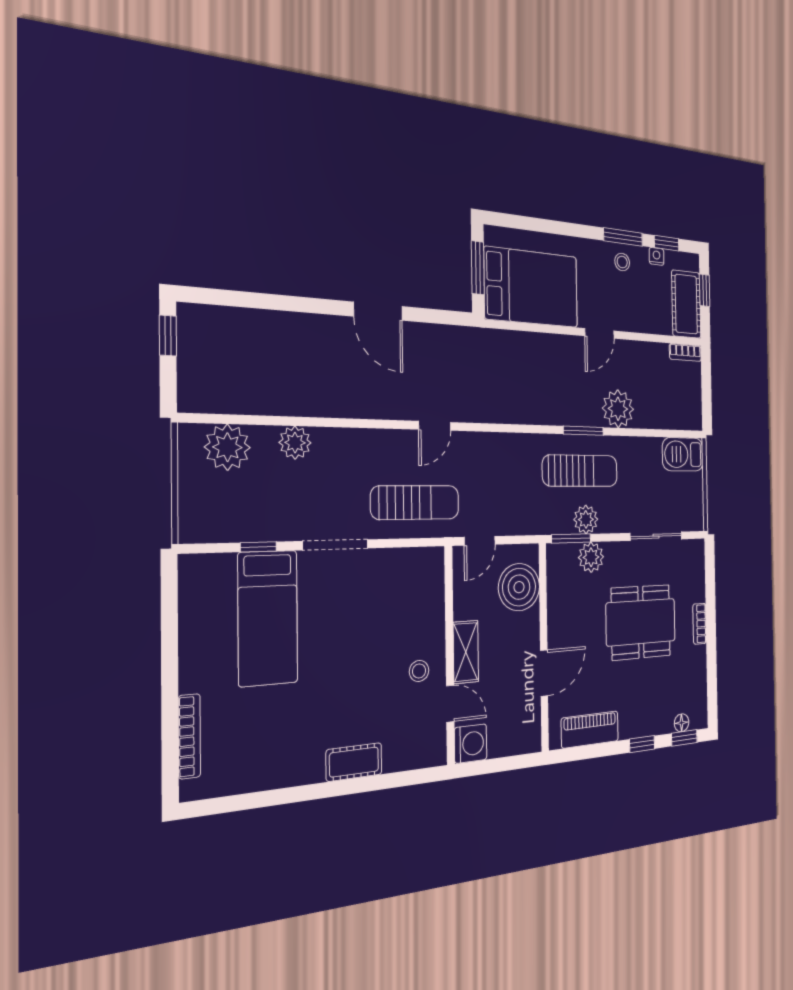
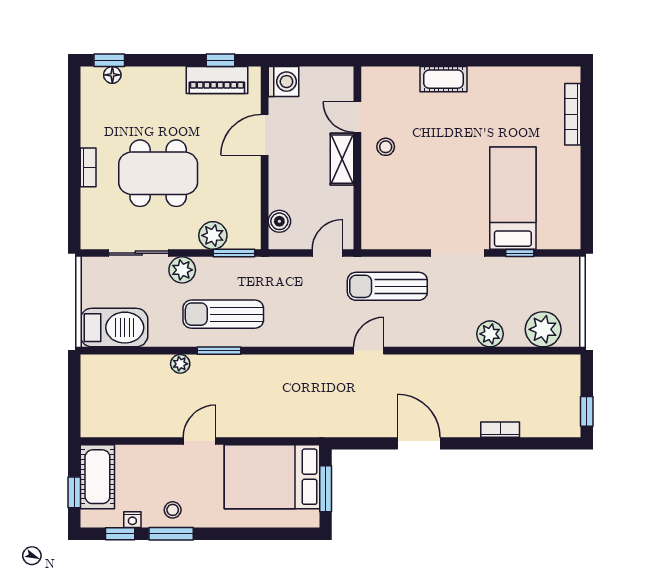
bookcase: (685, 352) -> (500, 430), moved
plant: (618, 409) -> (180, 364), width x0.53, depth x0.53
barbecue: (683, 454) -> (114, 328), width x1.37, depth x1.21
plant: (586, 519) -> (182, 270), moved
boiler: (519, 587) -> (279, 221), width x0.54, depth x0.54
washing machine: (471, 744) -> (283, 82), moved, turned 180
window: (642, 744) -> (221, 60), moved

